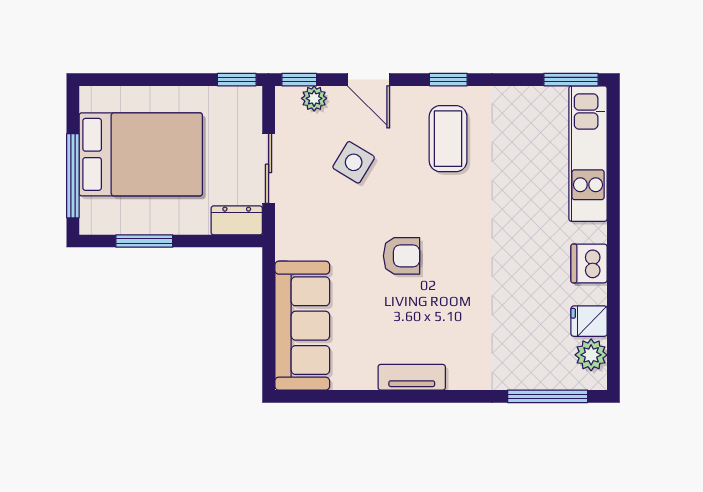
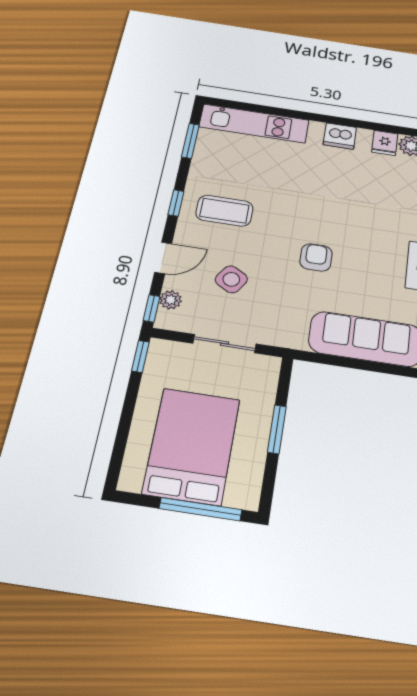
window: (571, 80) -> (190, 141), moved
dresser: (237, 220) -> (266, 376), removed
window: (144, 241) -> (277, 429), moved

